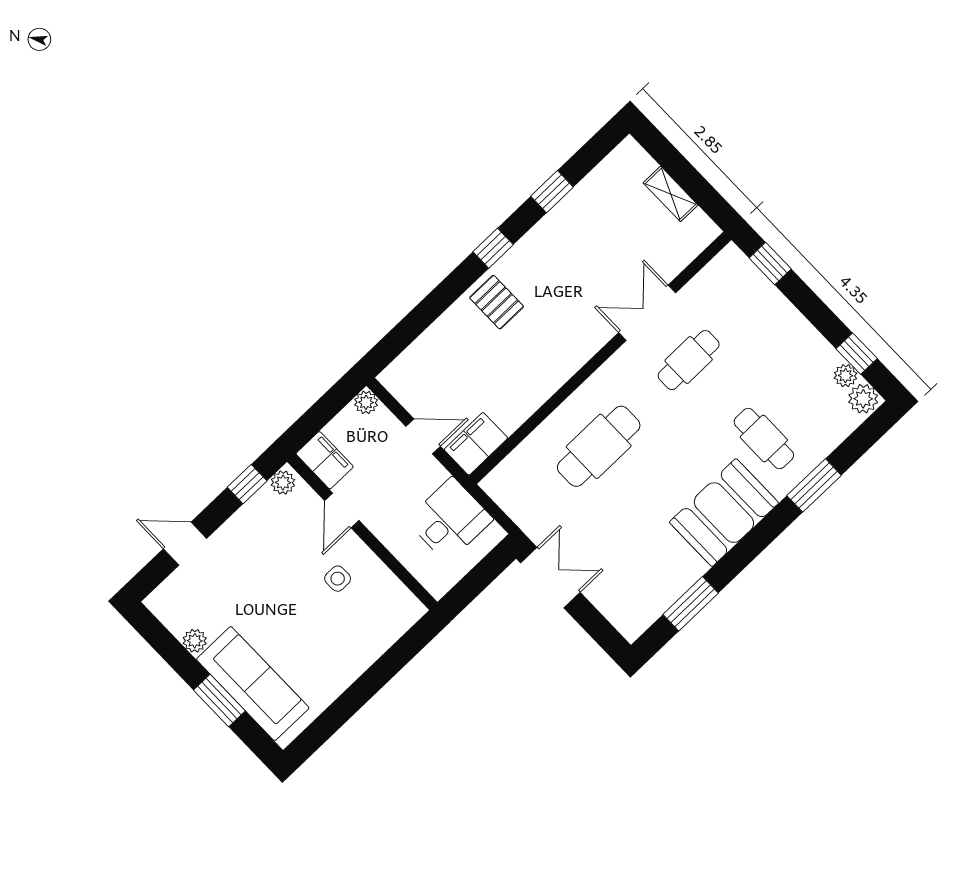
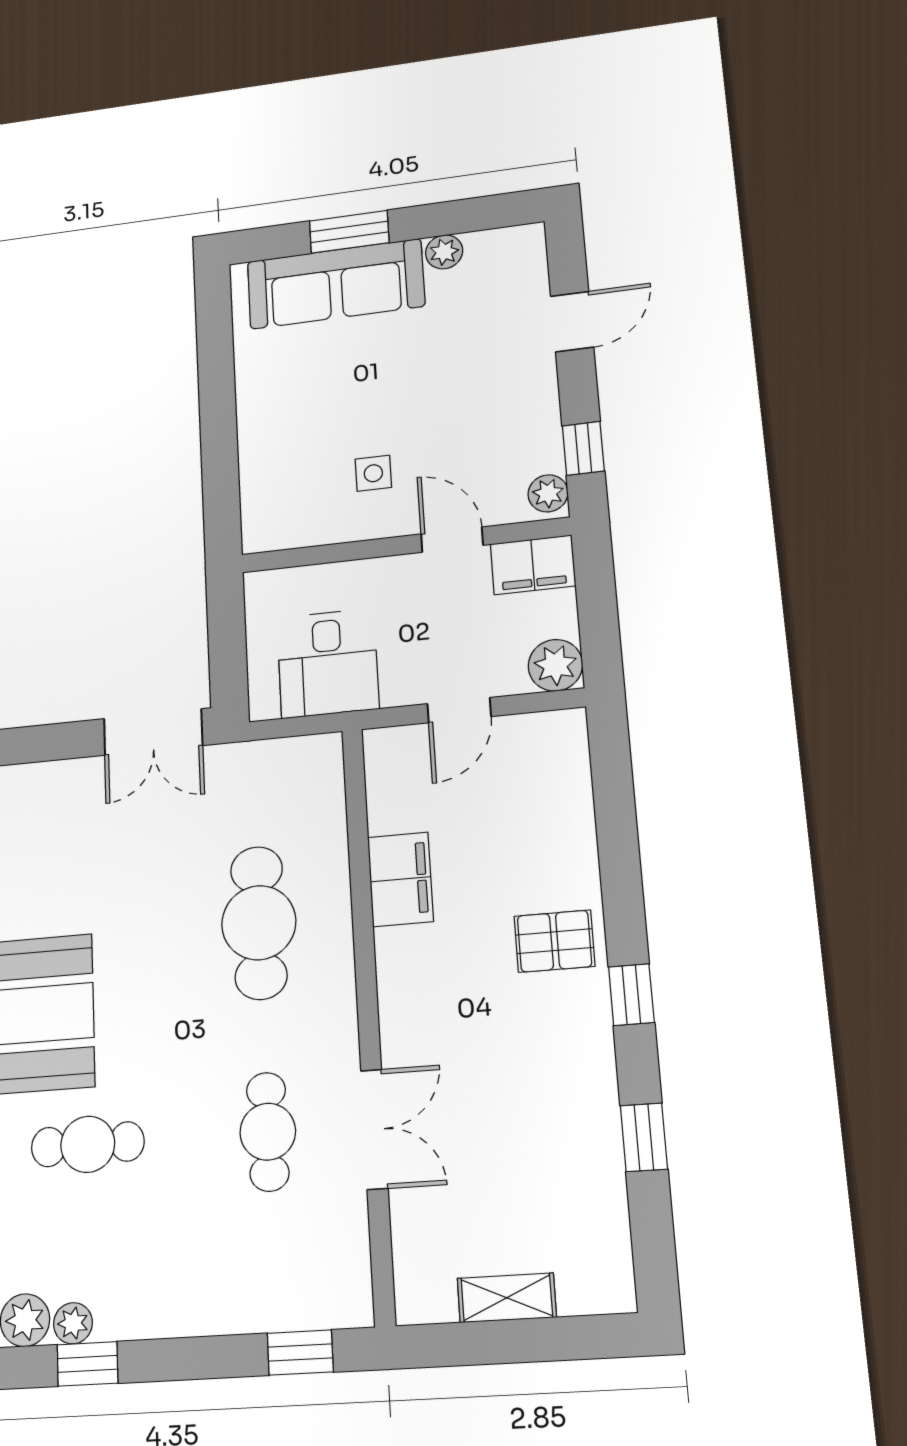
plant: (366, 402) -> (555, 665), width x1.38, depth x1.38
filing cabinet: (476, 444) -> (400, 879), moved

